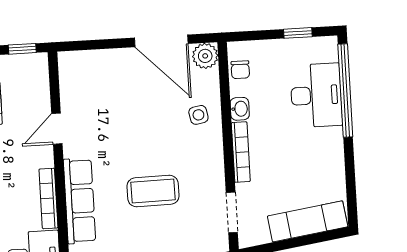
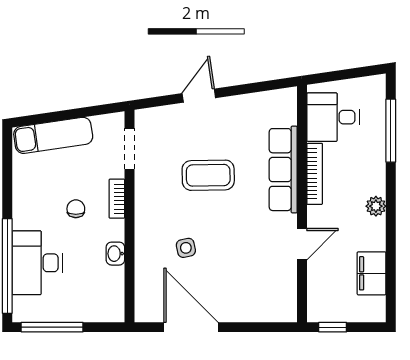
window: (298, 33) -> (52, 327), width x2.17
plant: (205, 56) -> (147, 309), removed
chair: (240, 70) -> (76, 209), moved
side table: (198, 115) -> (186, 248), moved
bookcase: (241, 152) -> (117, 199), width x0.64

